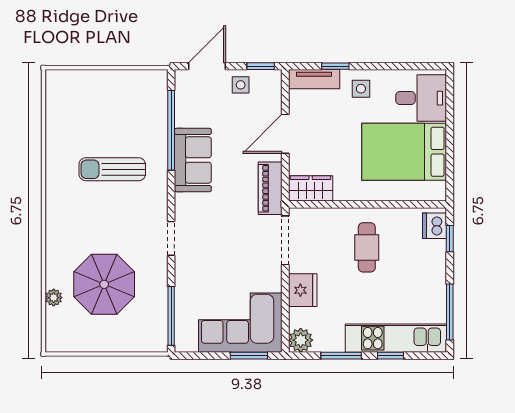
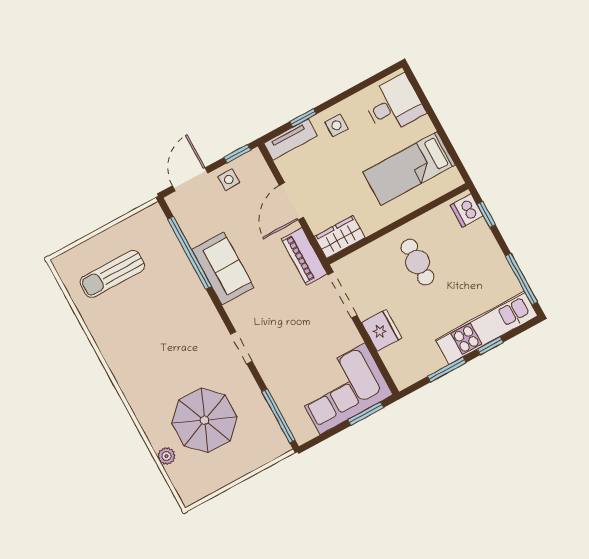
bed: (404, 152) -> (409, 168), width x0.67
sun lounger: (112, 169) -> (112, 274), moved
plant: (301, 340) -> (404, 375), removed

